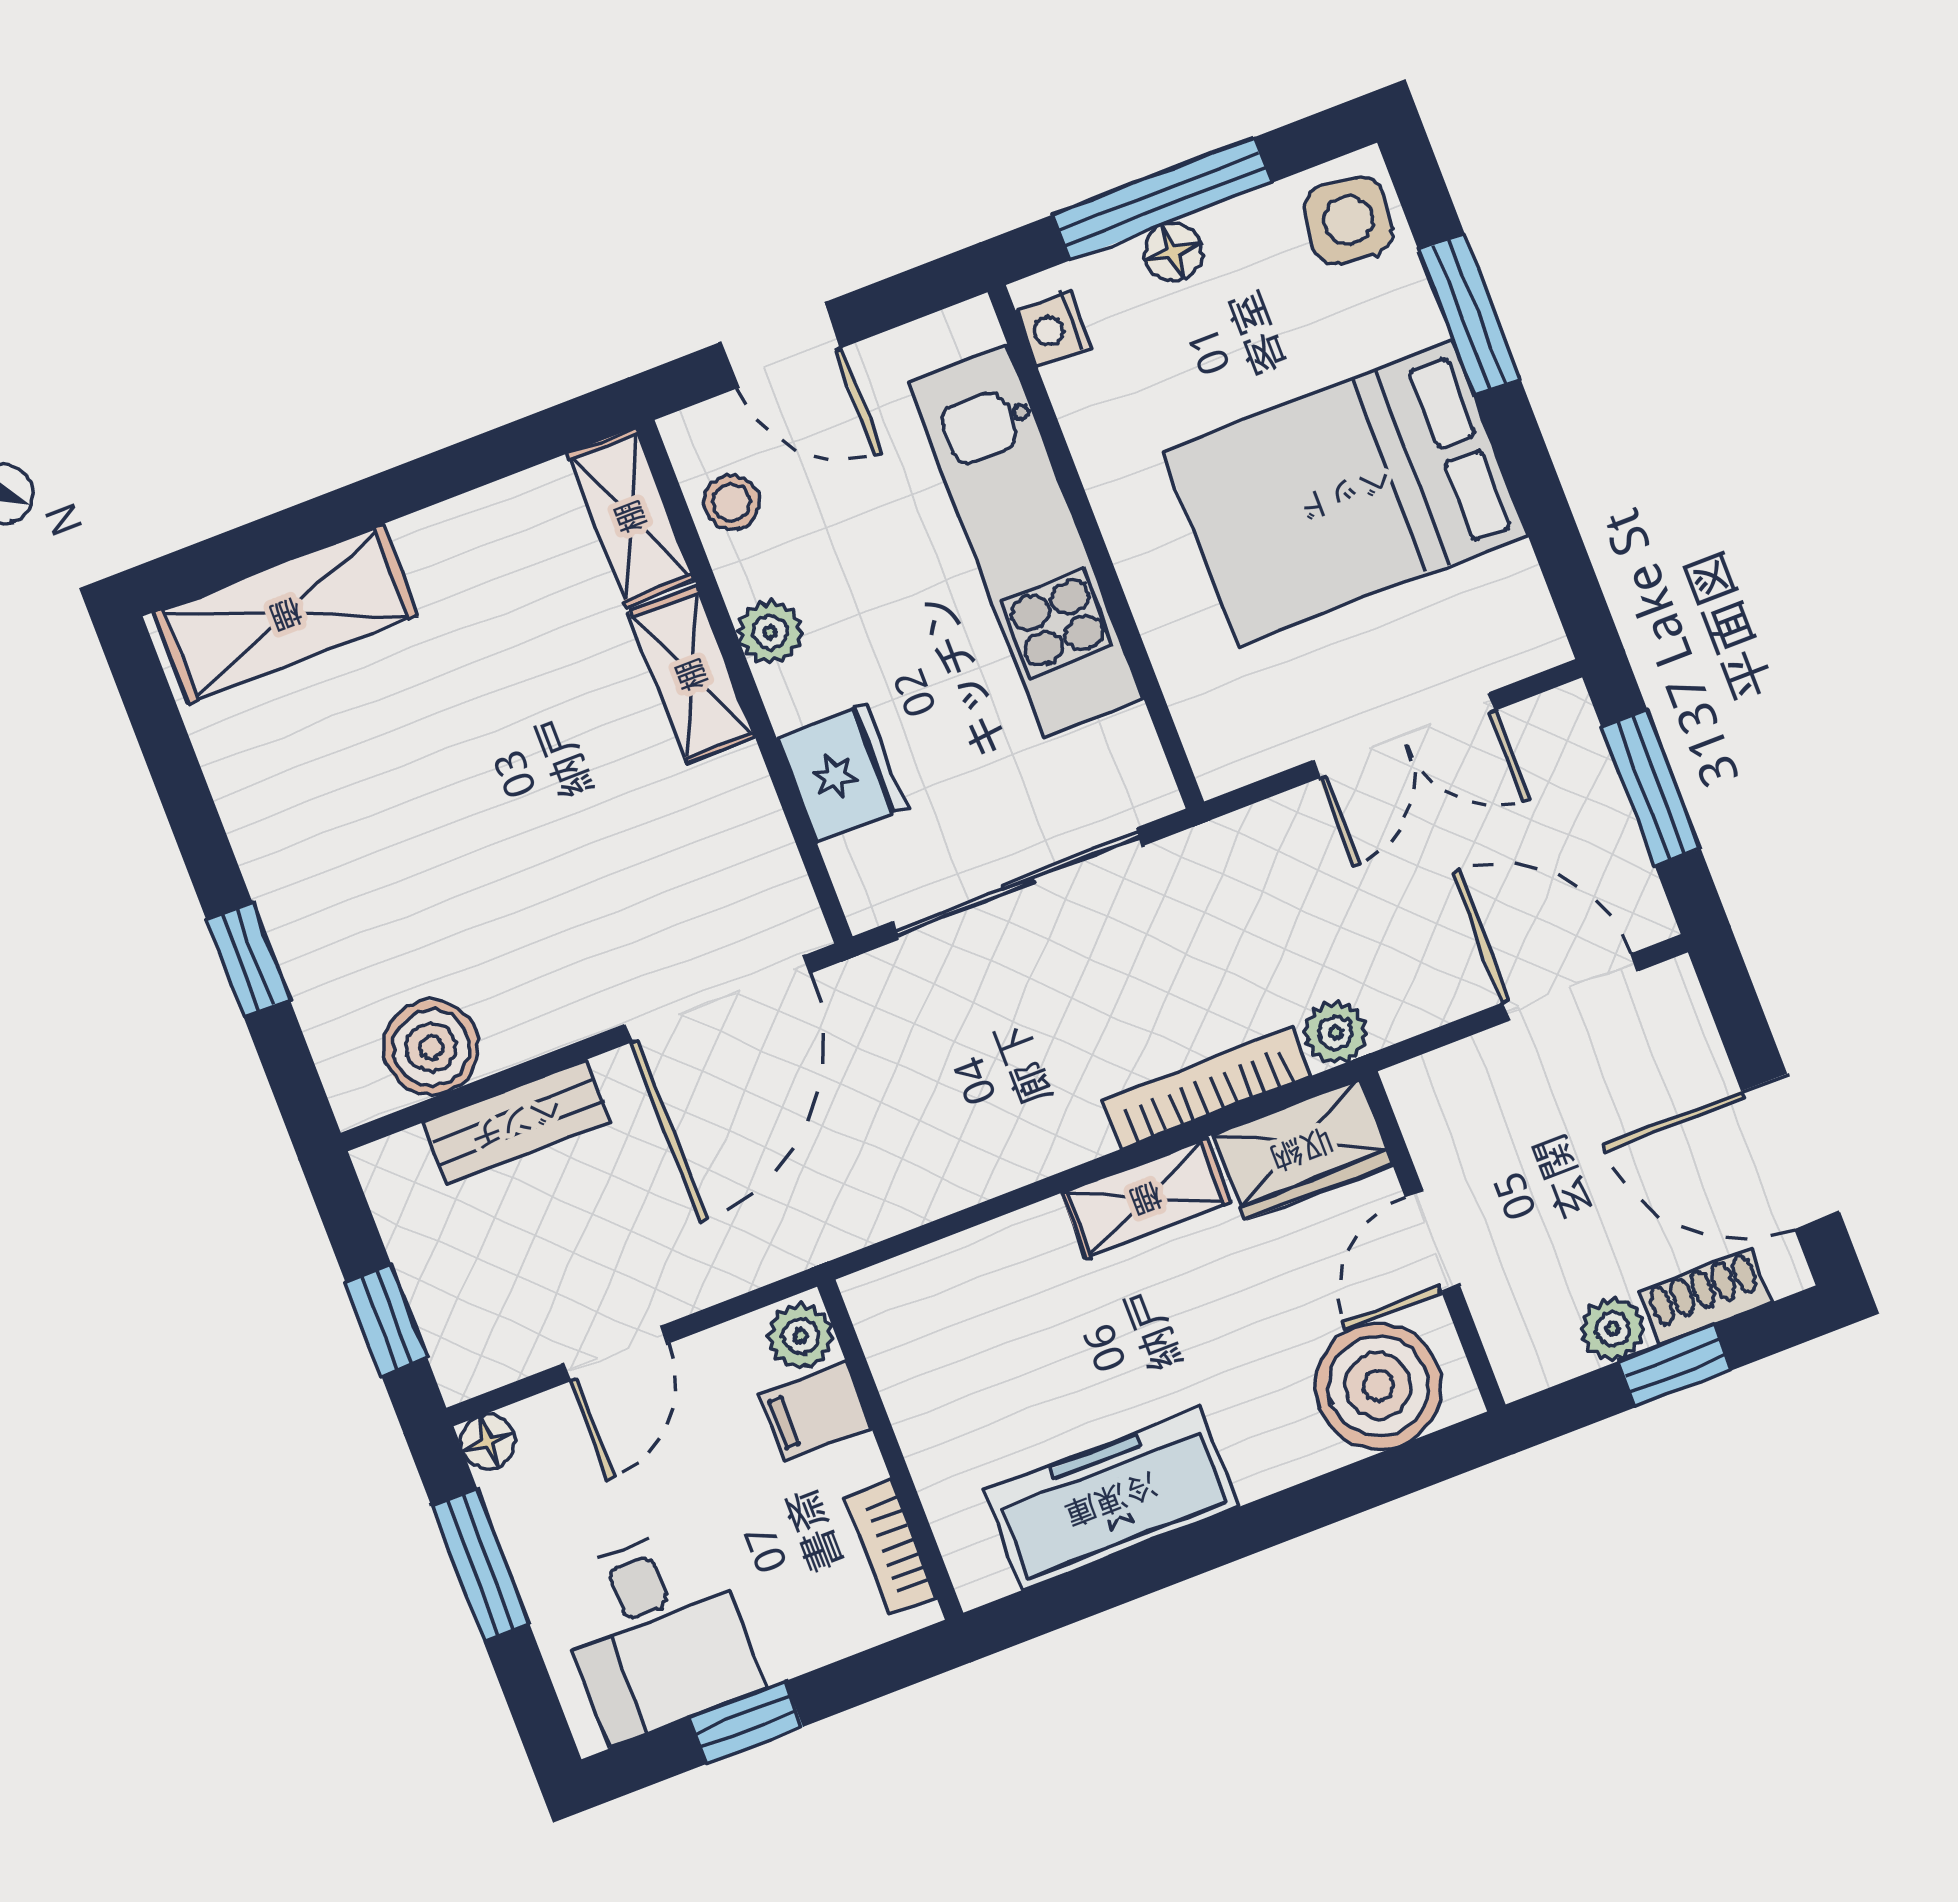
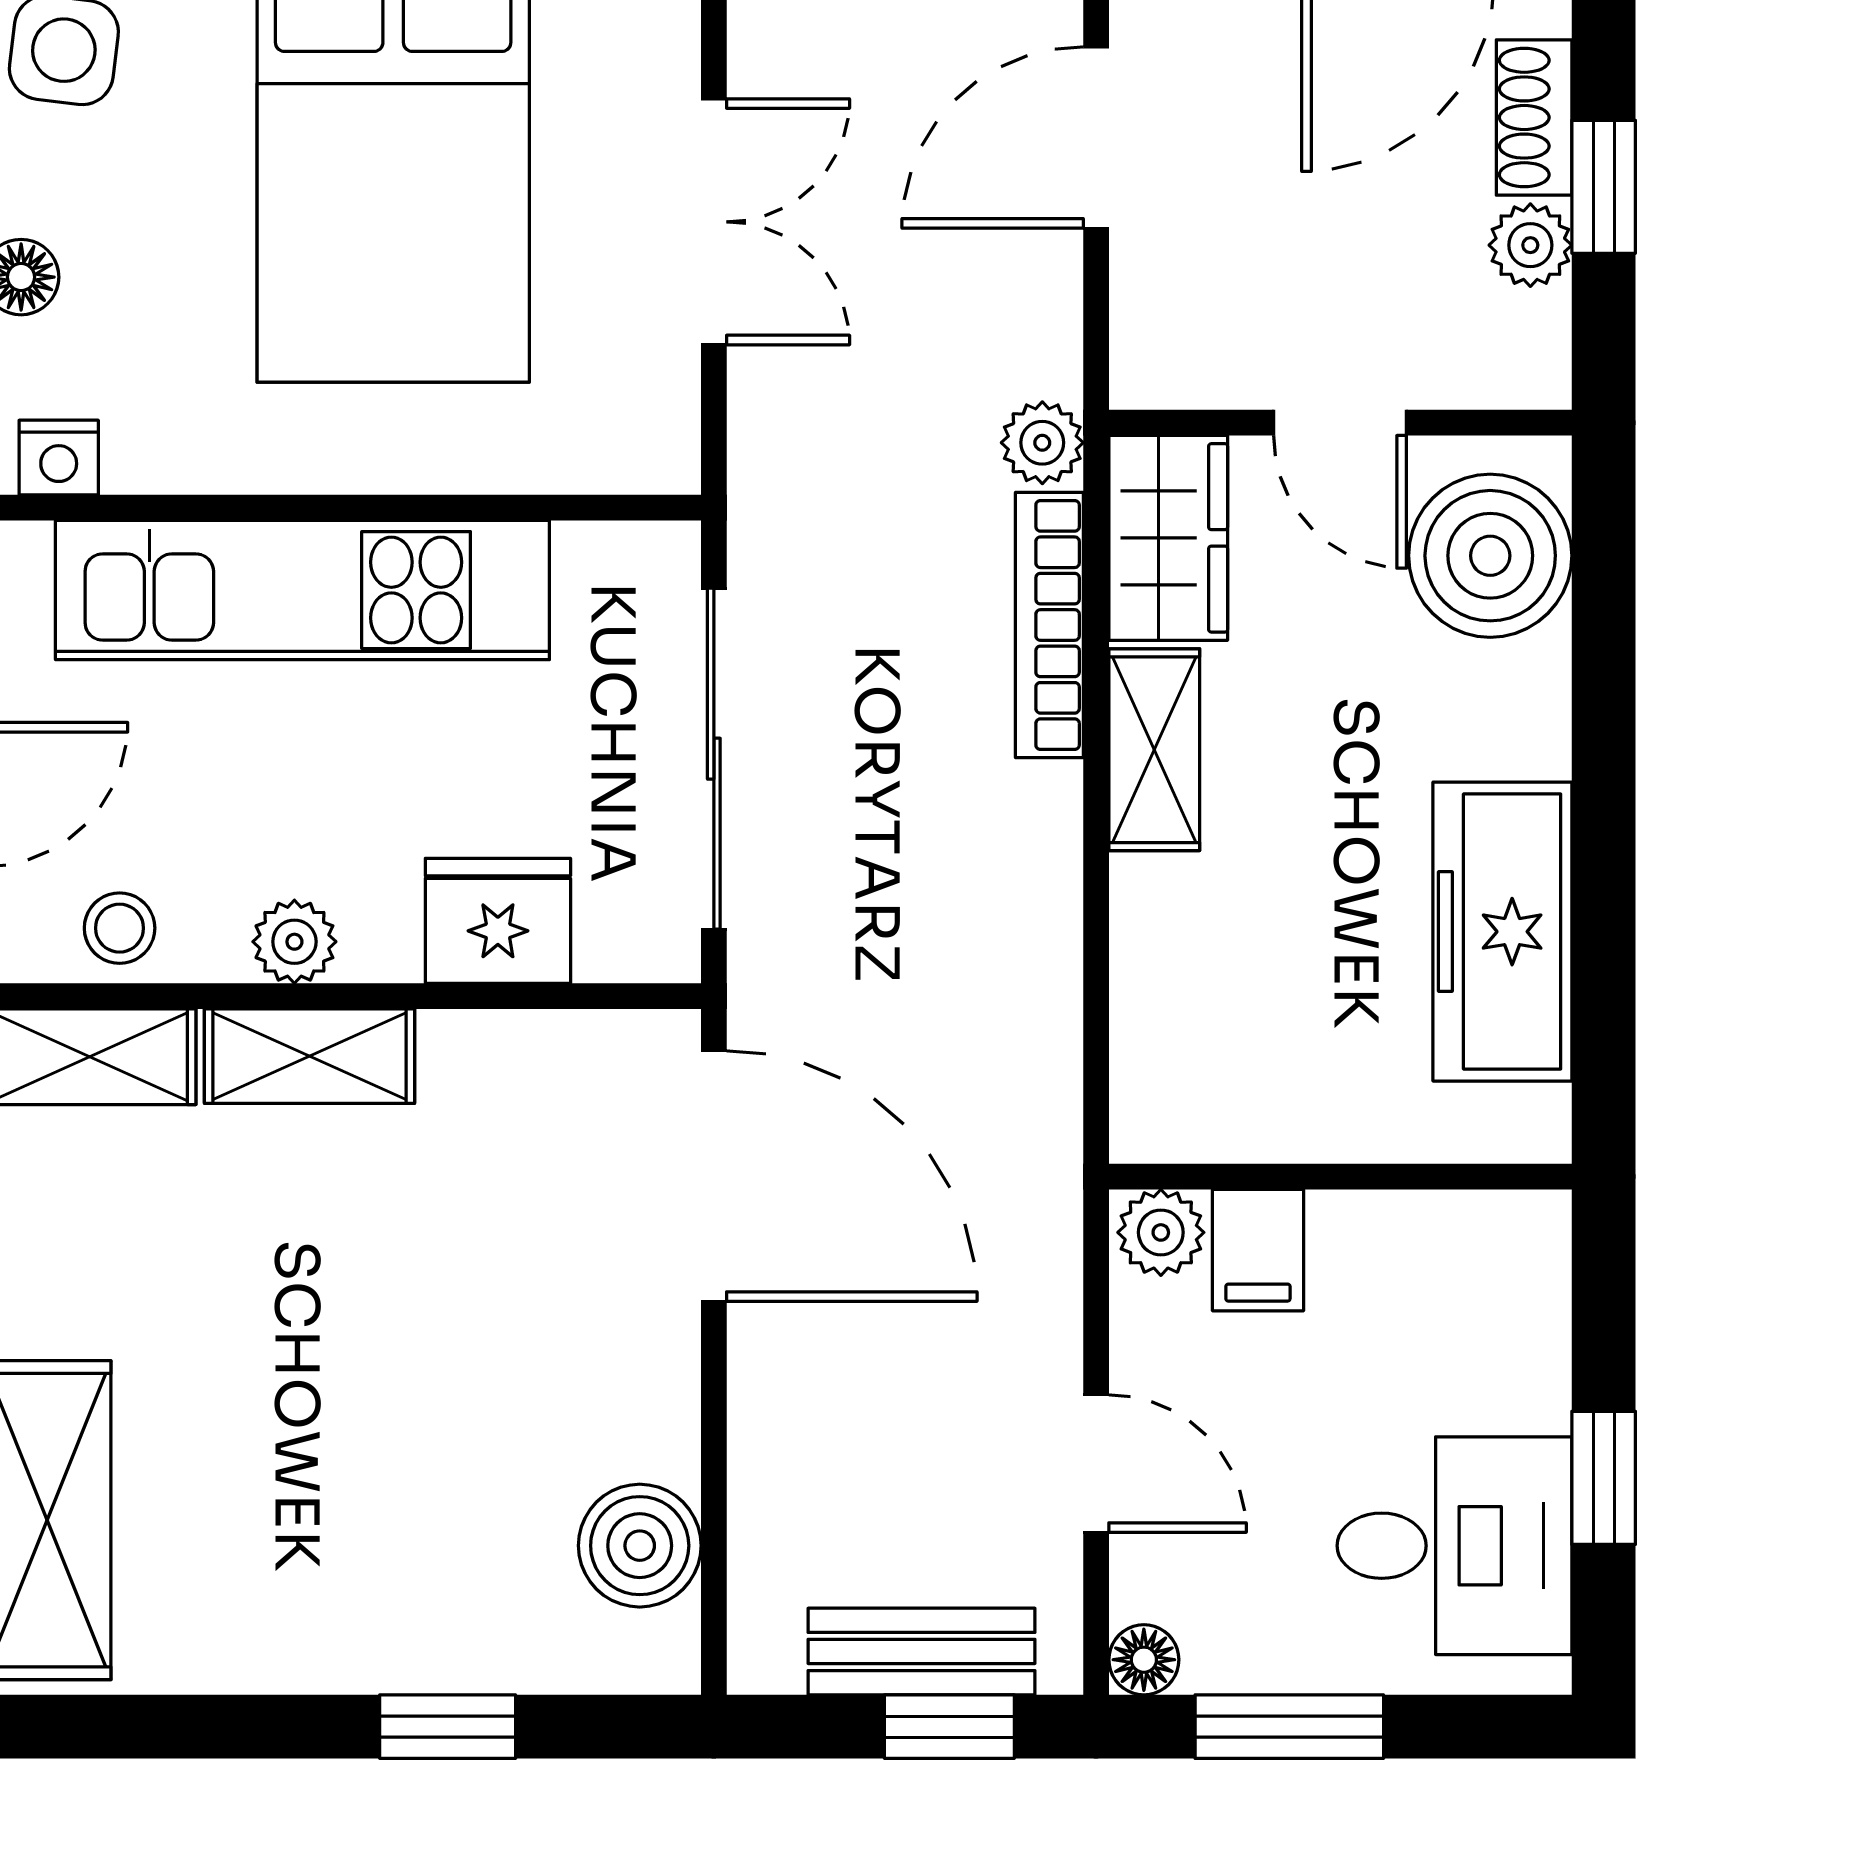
bench: (516, 1122) -> (922, 1651), moved, turned 90
bookcase: (890, 1547) -> (1459, 1222), removed

